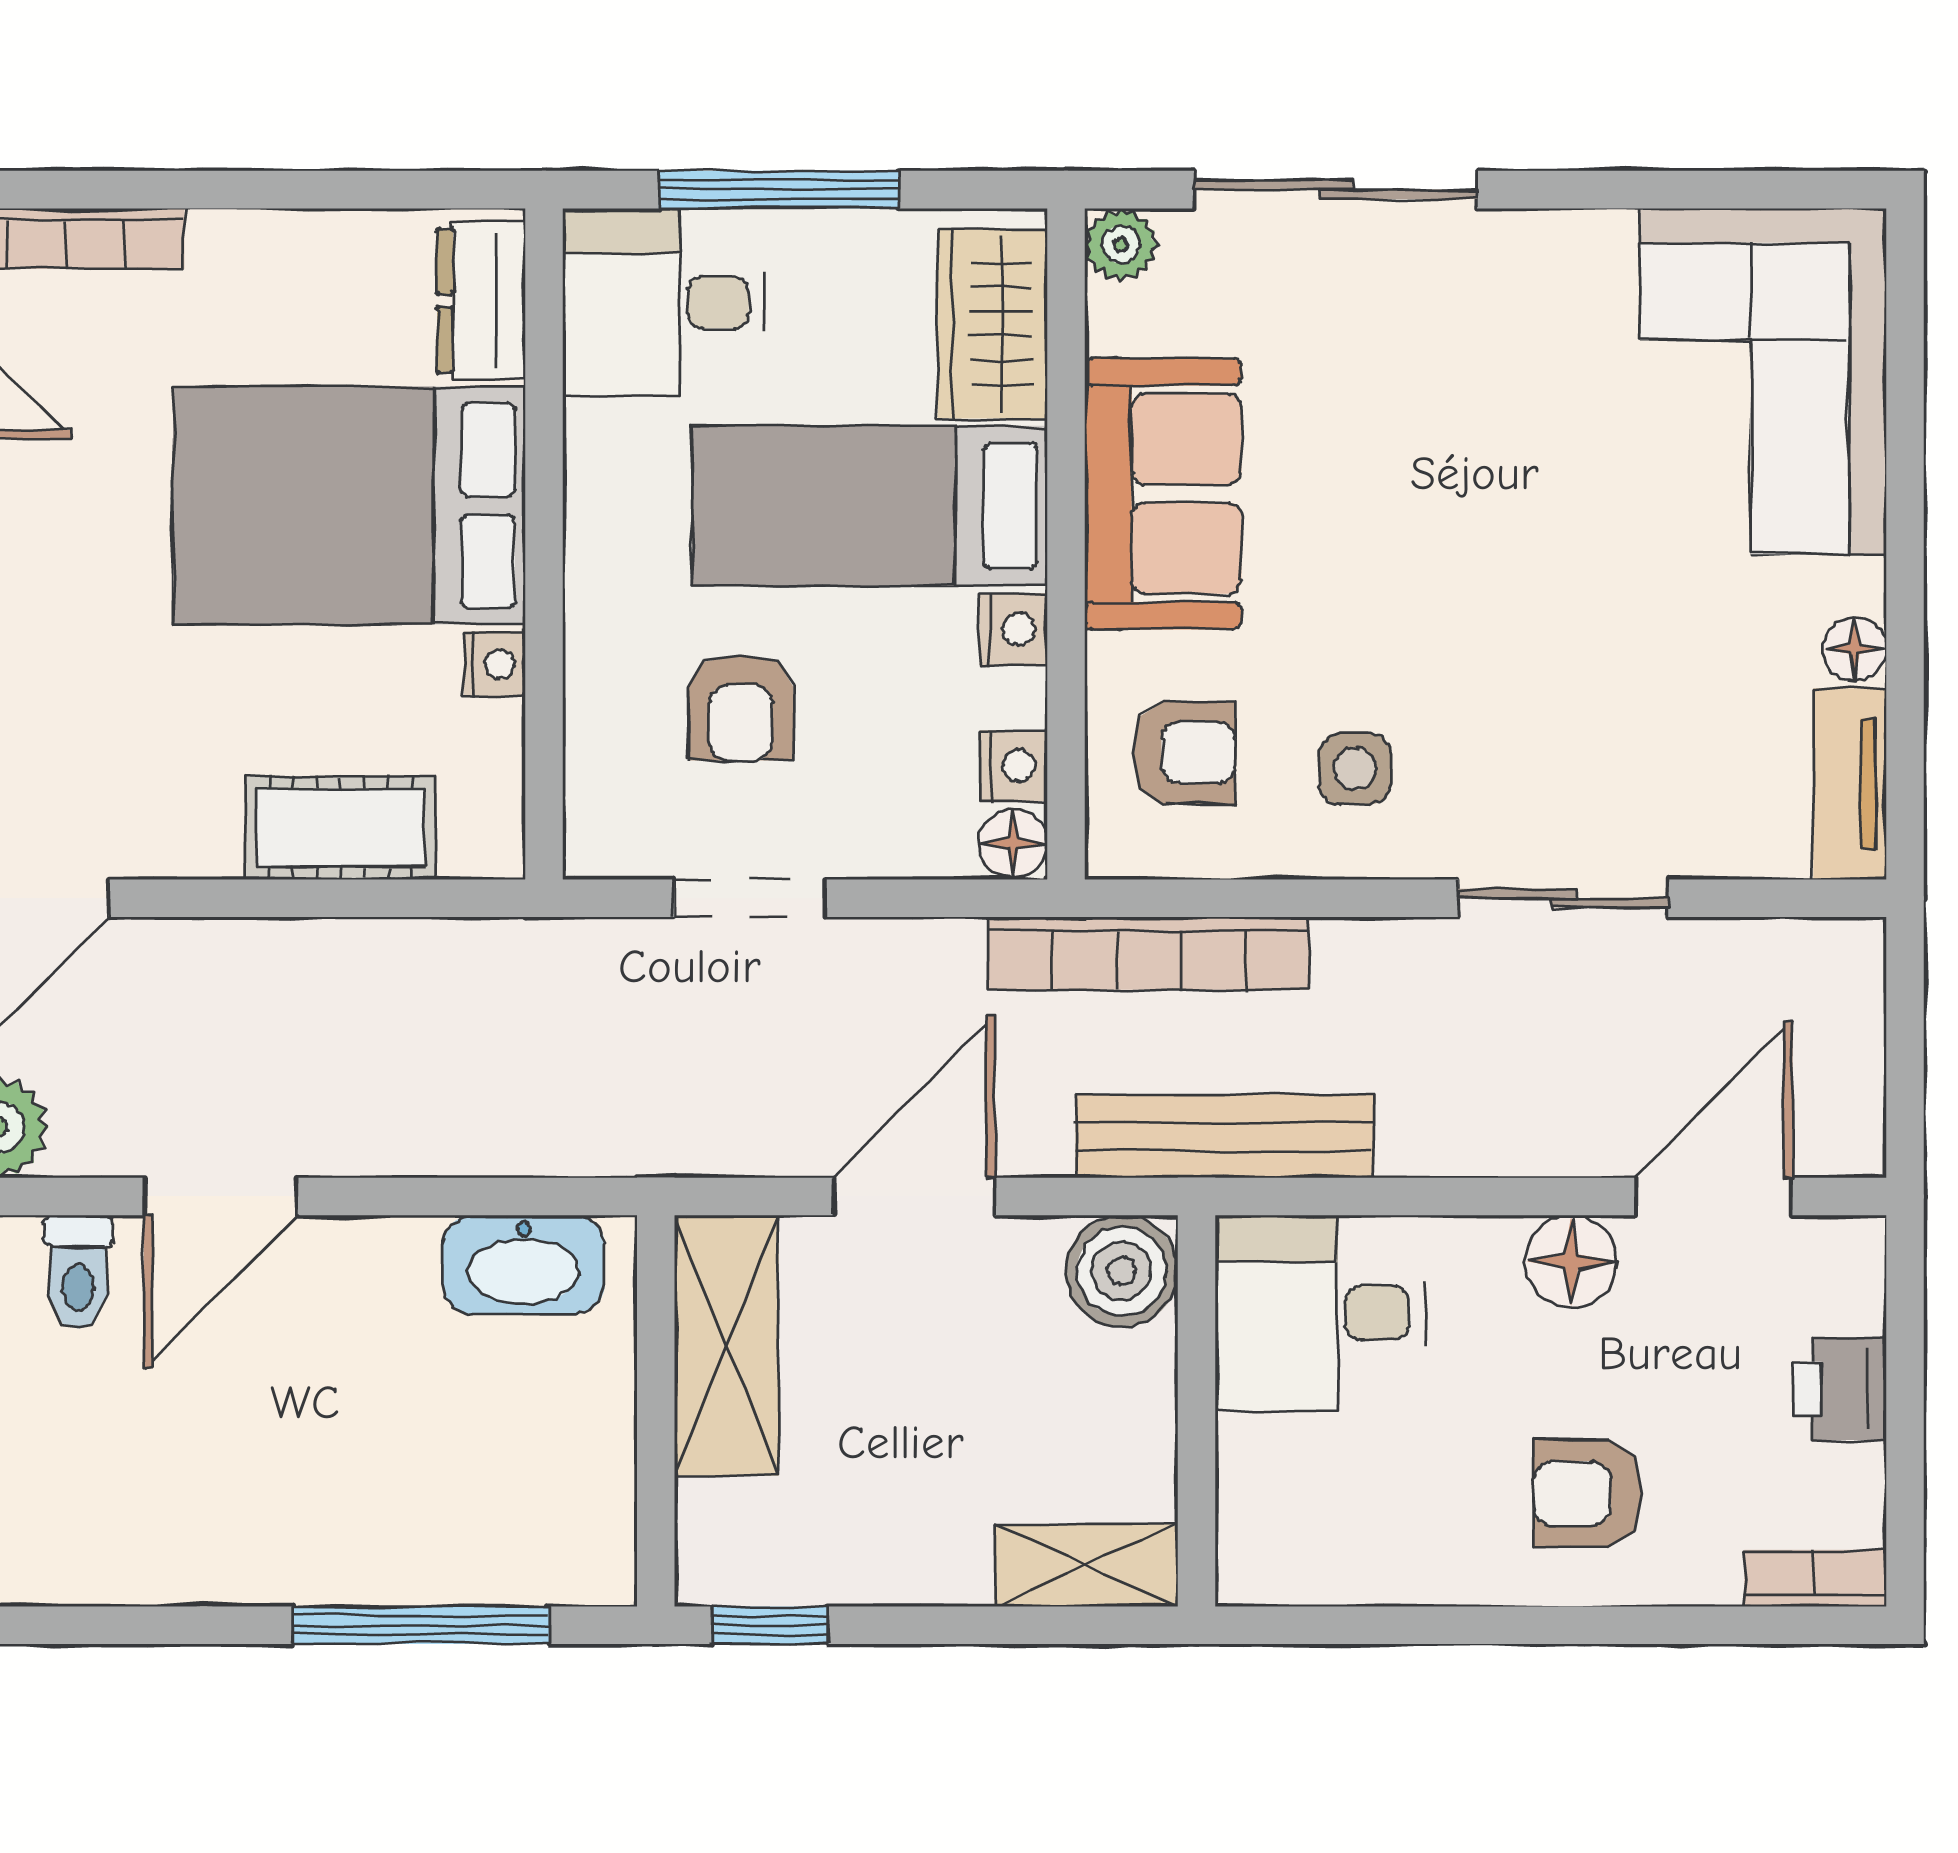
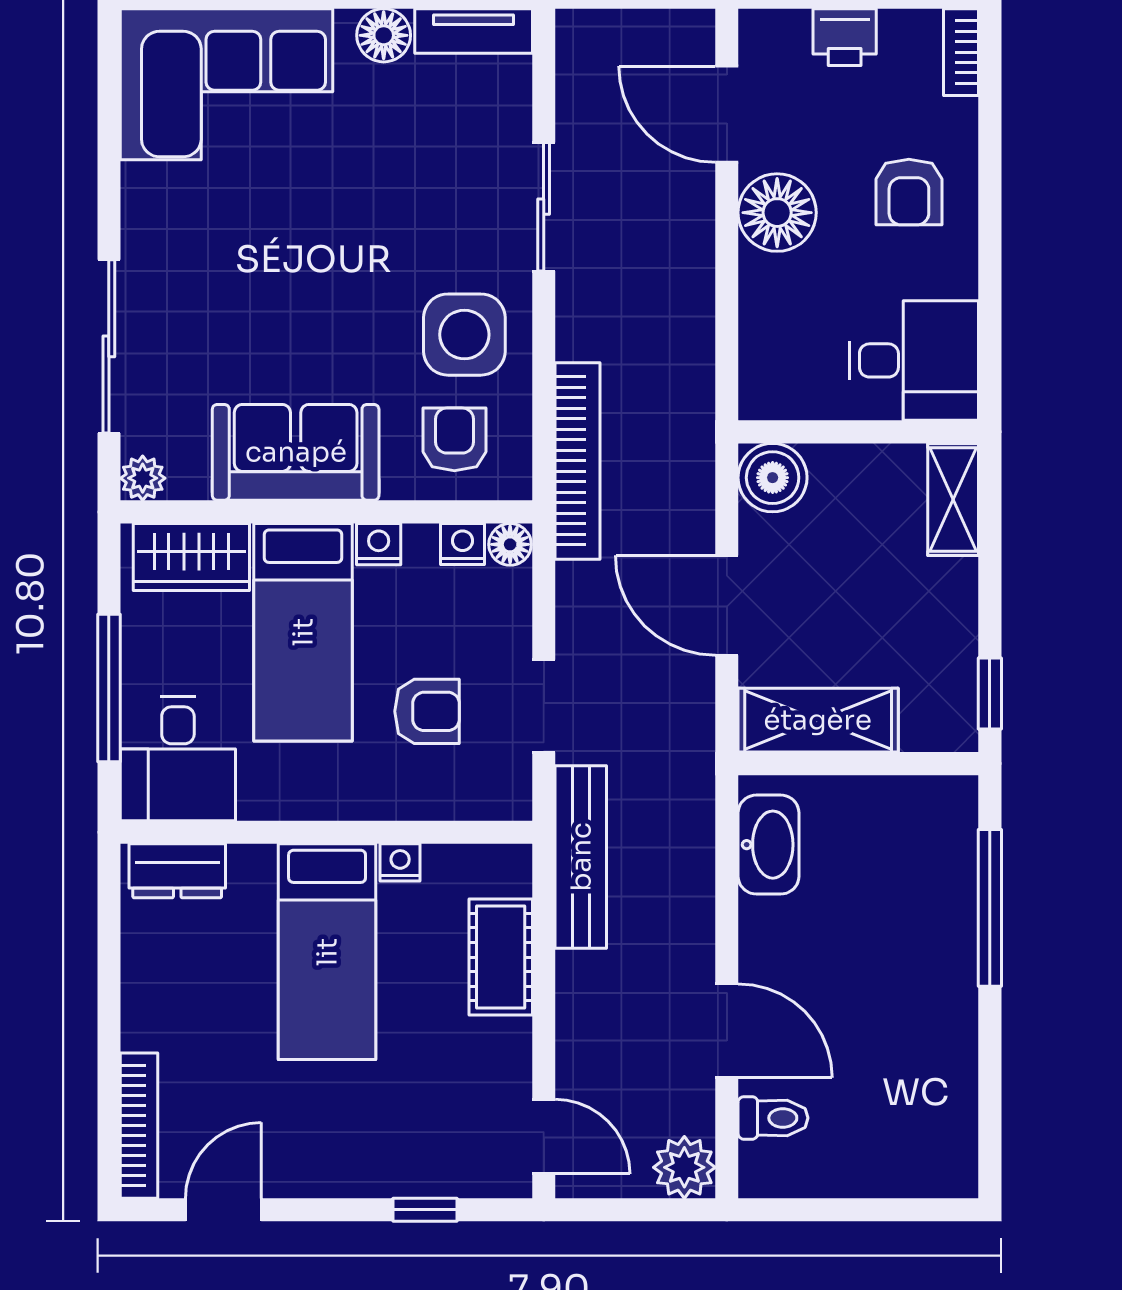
bed: (349, 506) -> (327, 952), width x0.67
floor lamp: (1855, 649) -> (384, 35), width x1.37, depth x1.37
side table: (1355, 769) -> (464, 335), width x1.87, depth x1.87
bench: (1225, 1136) -> (581, 857), moved
floor lamp: (1571, 1261) -> (777, 213), width x1.38, depth x1.38
desk: (1320, 1313) -> (914, 360), moved, turned -90

